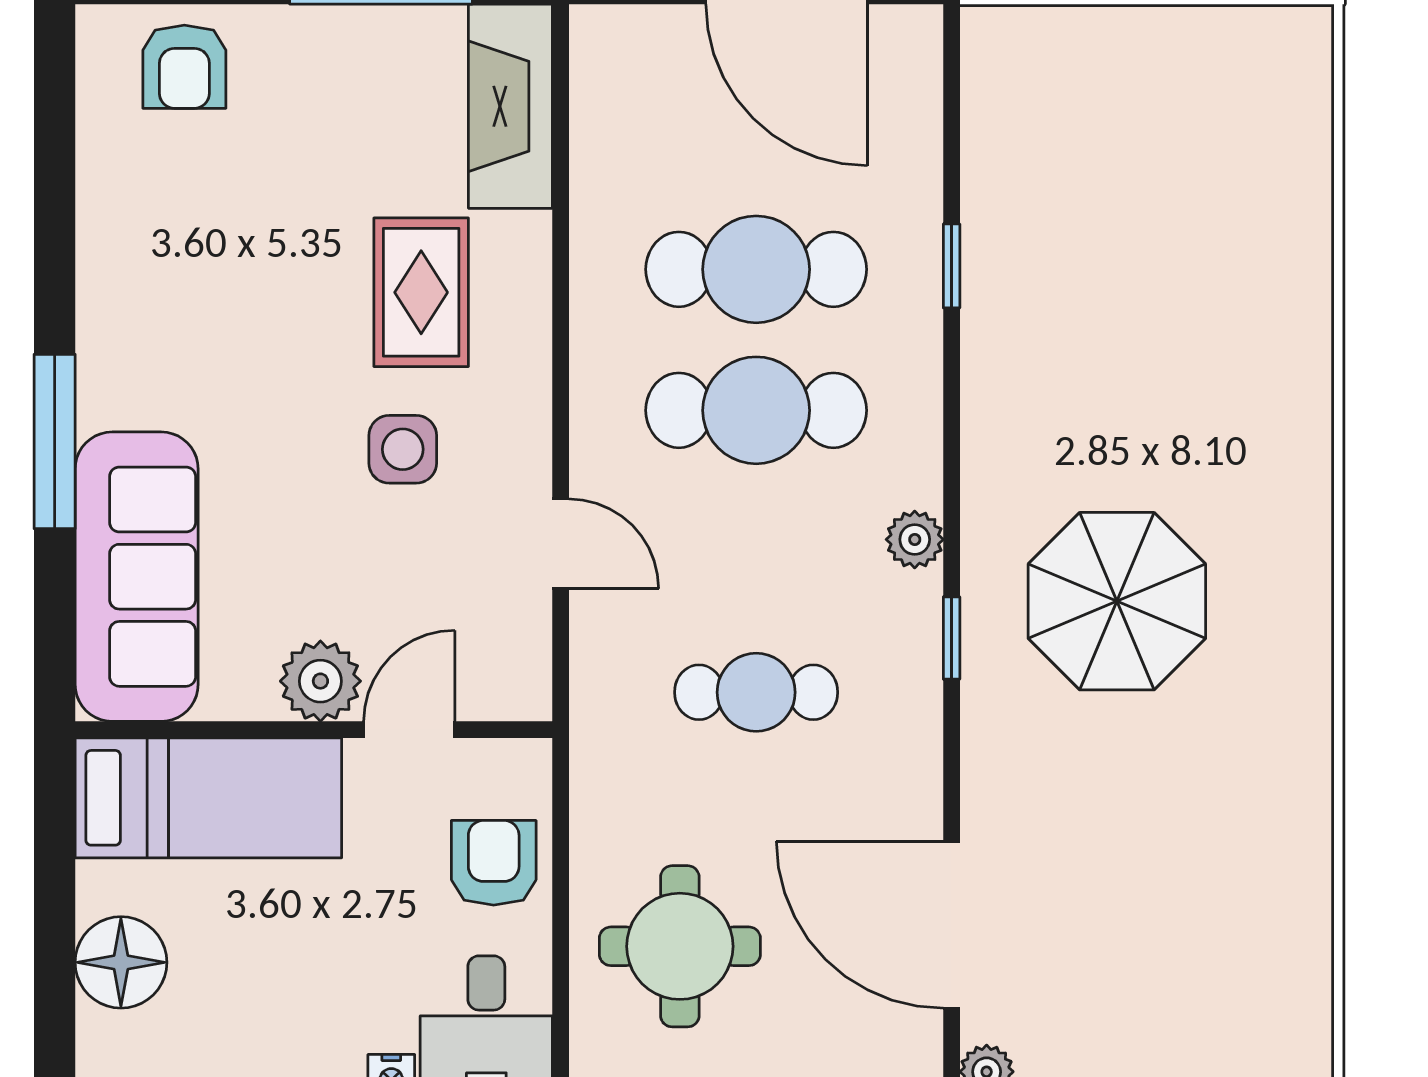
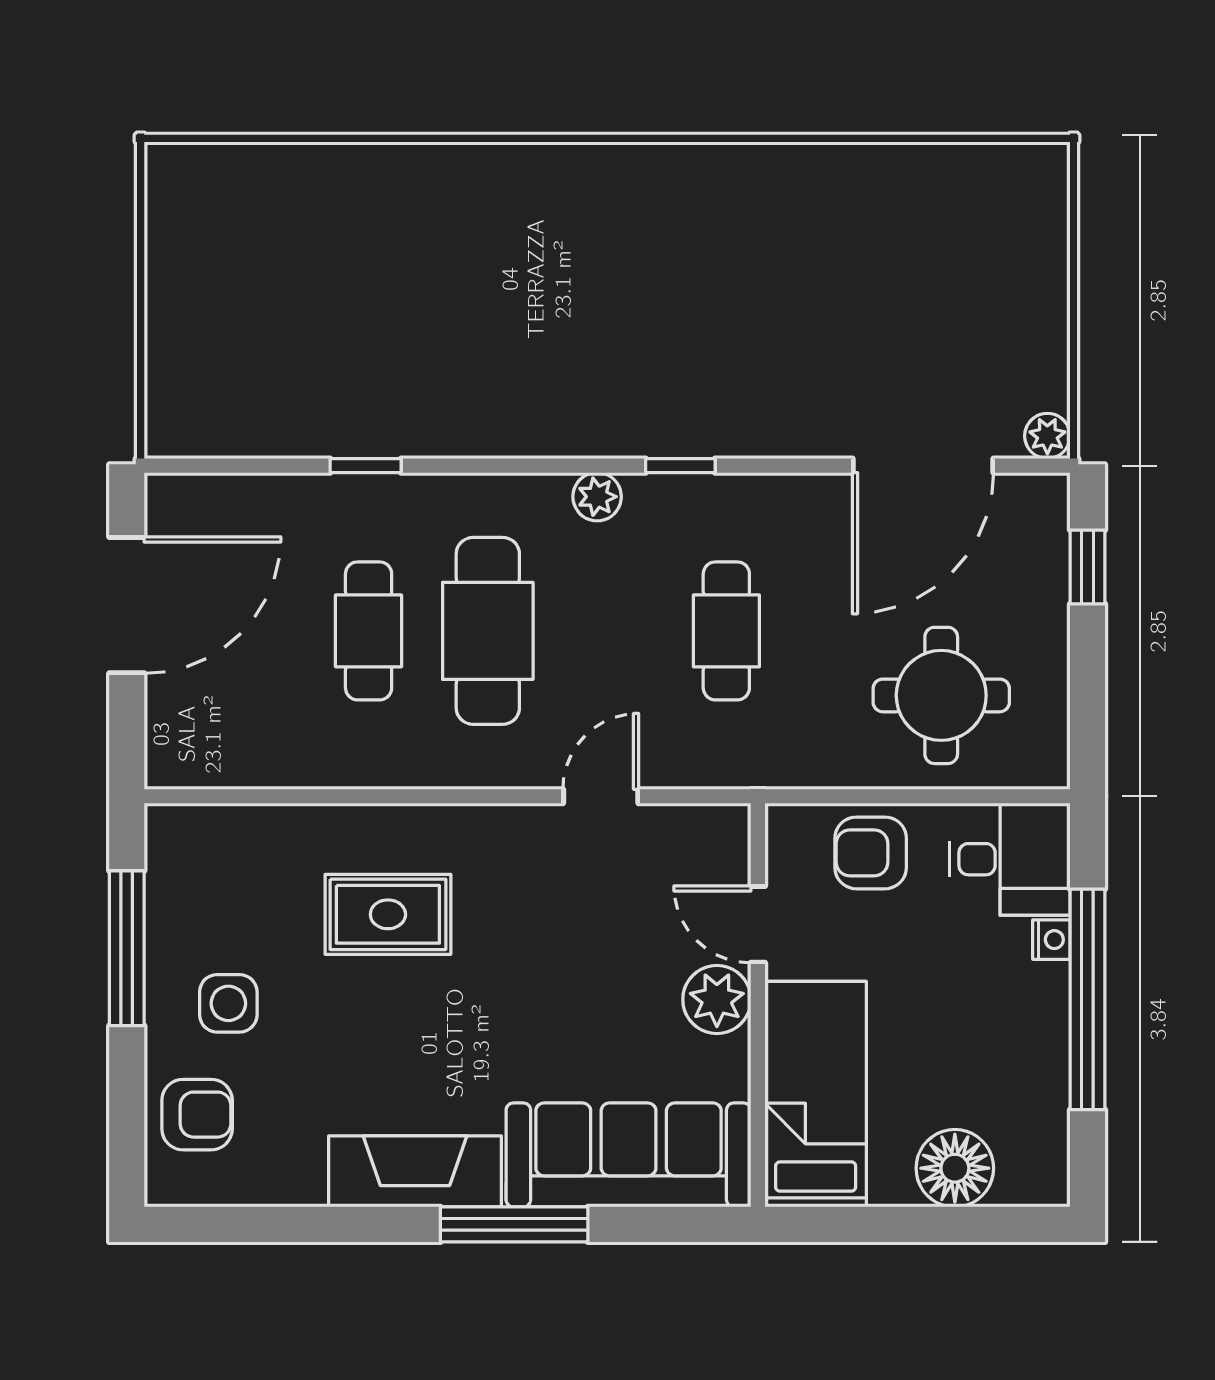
fireplace: (510, 106) -> (415, 1171), moved, turned 180
cafe table: (756, 269) -> (369, 631), width x0.73, depth x0.74
side table: (403, 449) -> (228, 1003), moved
parasol: (1117, 601) -> (649, 326), removed

